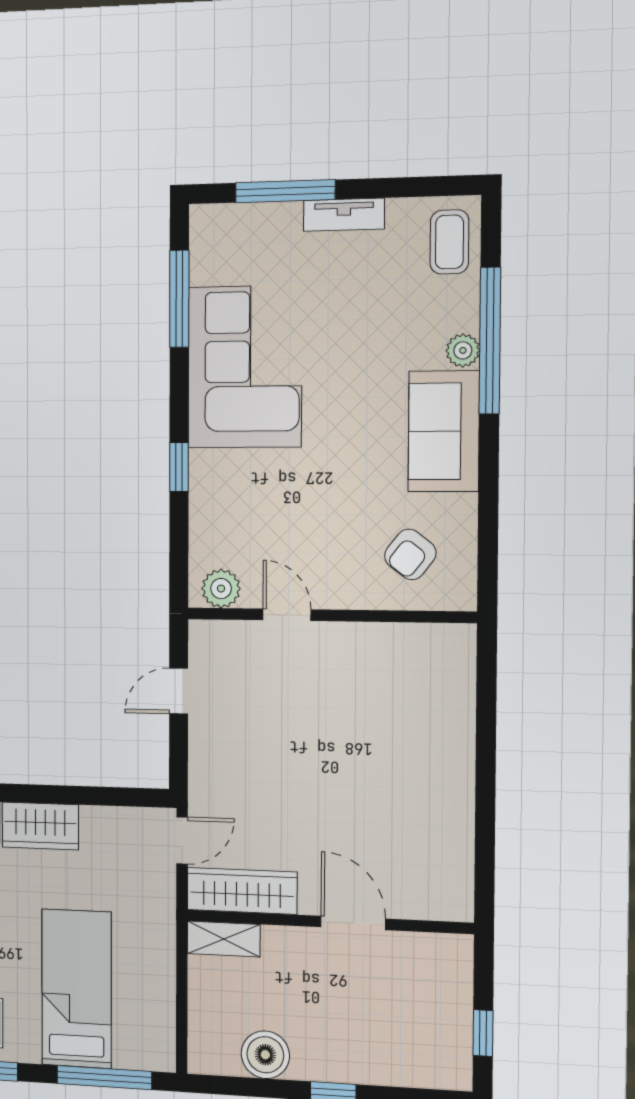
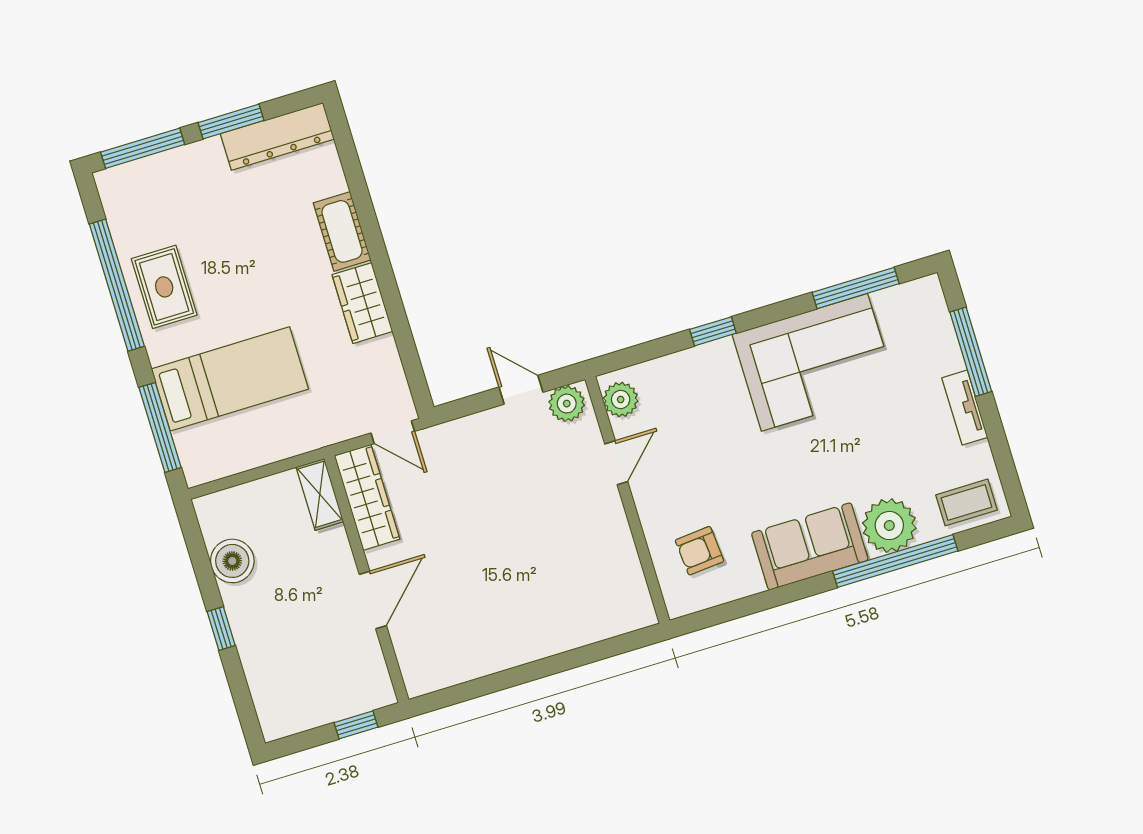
plant: (463, 350) -> (889, 526), width x1.88, depth x1.88
armchair: (410, 554) -> (700, 551), turned -43
plant: (208, 647) -> (567, 404), added
window: (483, 1033) -> (356, 725), moved

